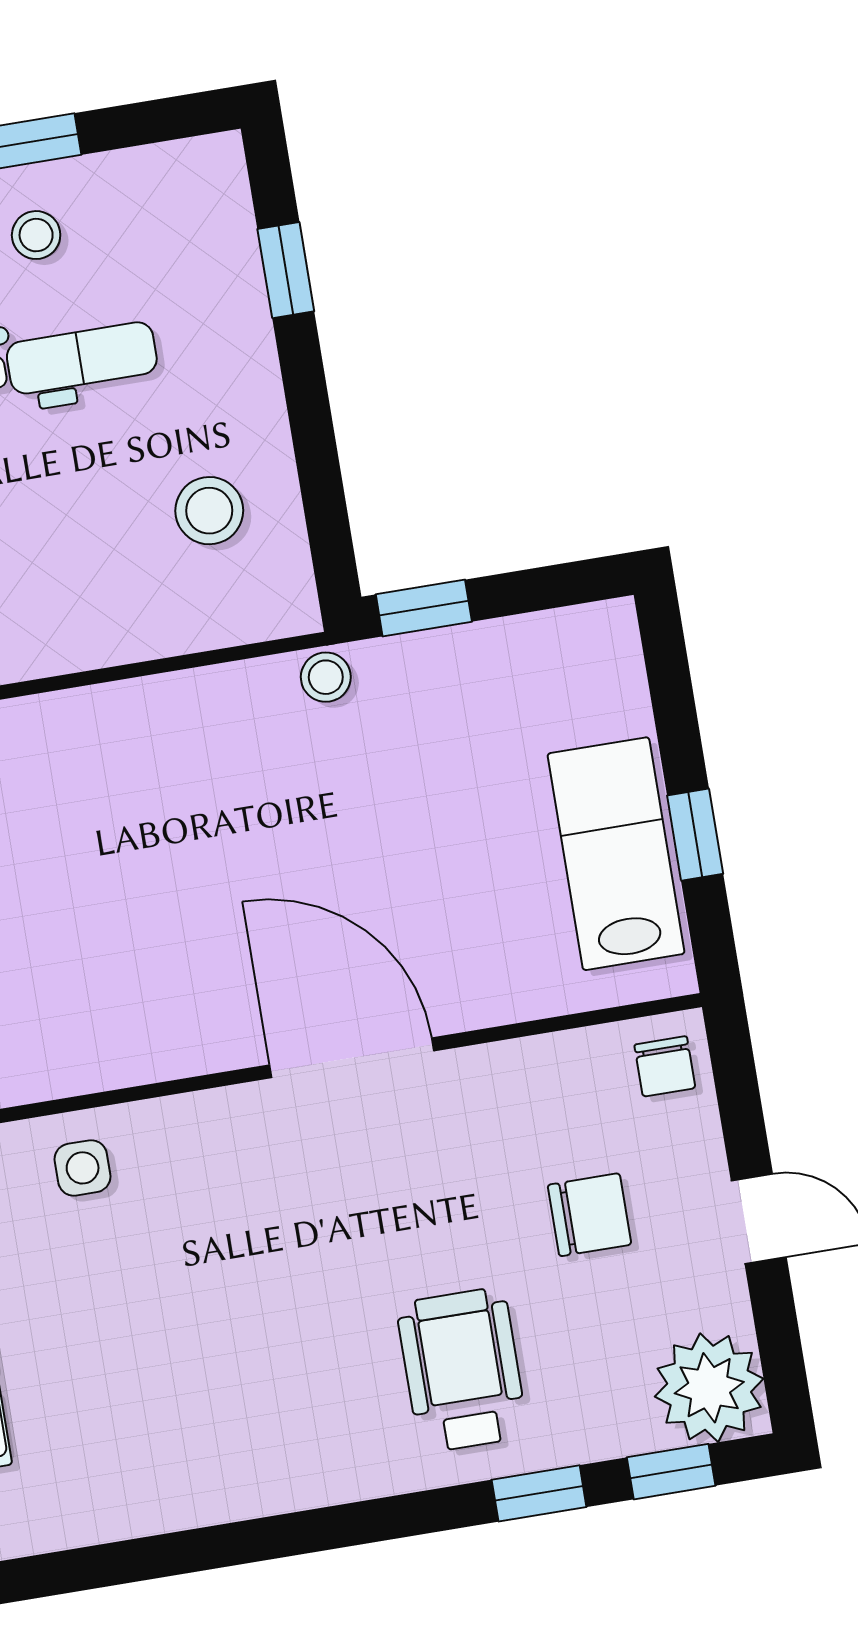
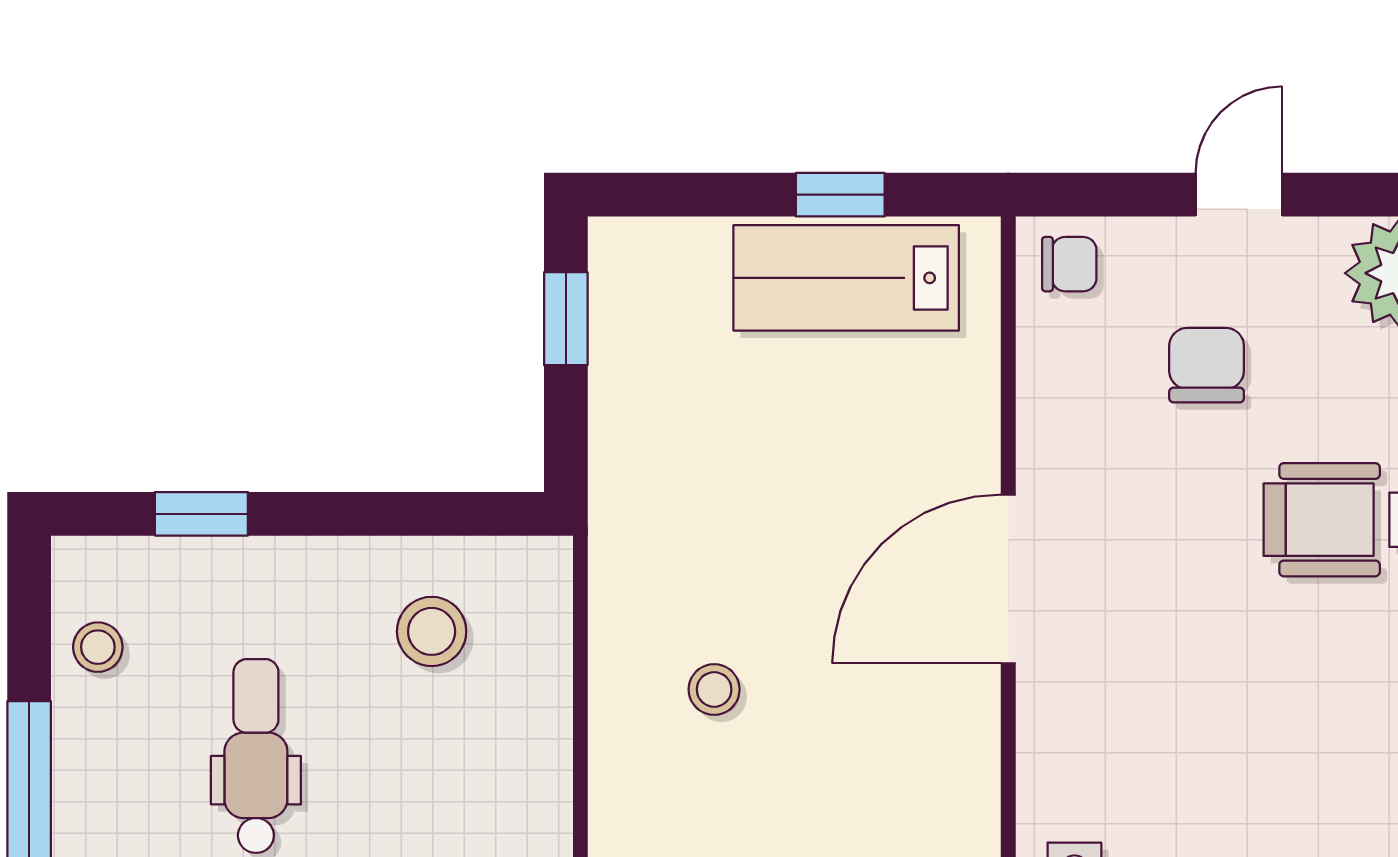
stool: (36, 235) -> (98, 647), moved
window: (424, 608) -> (566, 319), moved
stool: (326, 677) -> (714, 689), moved

